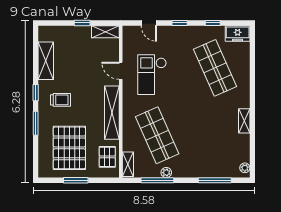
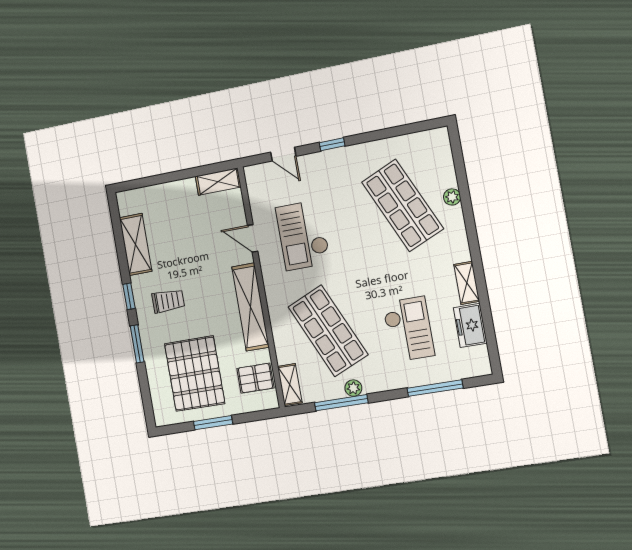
window: (82, 23) -> (180, 175), removed
window: (213, 23) -> (386, 133), removed
freezer: (238, 33) -> (470, 325), moved, turned 90
checkout: (205, 143) -> (408, 329), added
pallet: (107, 157) -> (255, 378), turned 90
plant: (245, 168) -> (452, 197), moved

